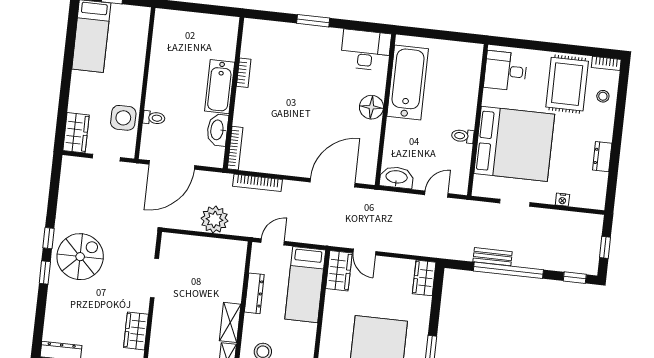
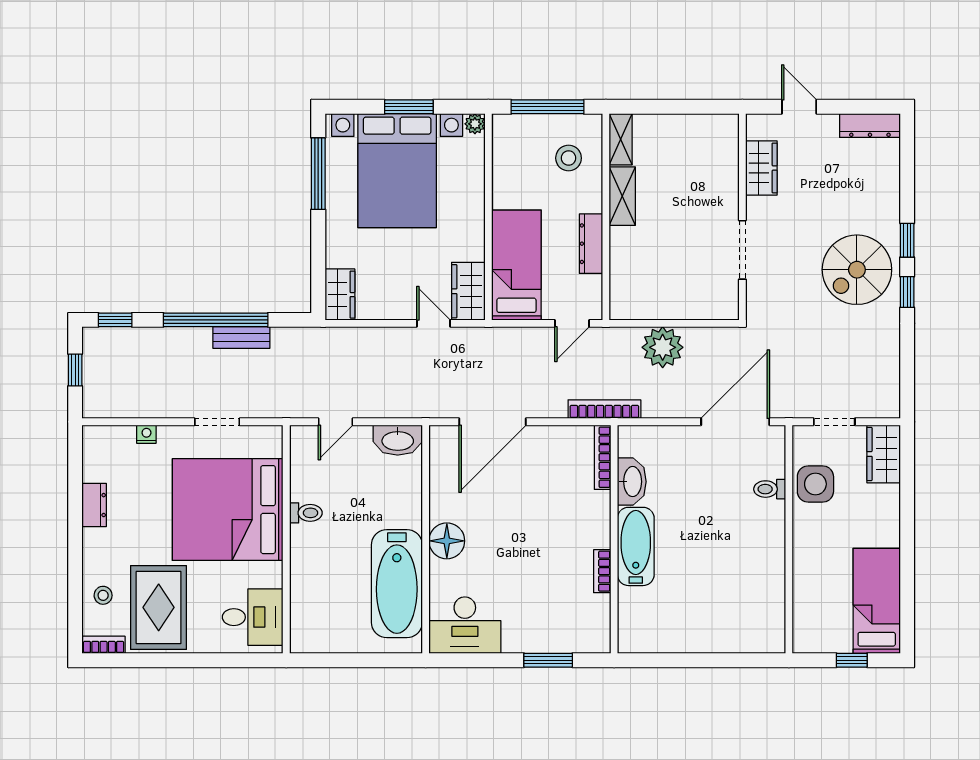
bookcase: (244, 73) -> (602, 571), moved
bathtub: (220, 87) -> (636, 546), moved
wall: (233, 93) -> (614, 539), moved
washbasin: (218, 130) -> (632, 482), moved
bookcase: (235, 148) -> (603, 457), moved

